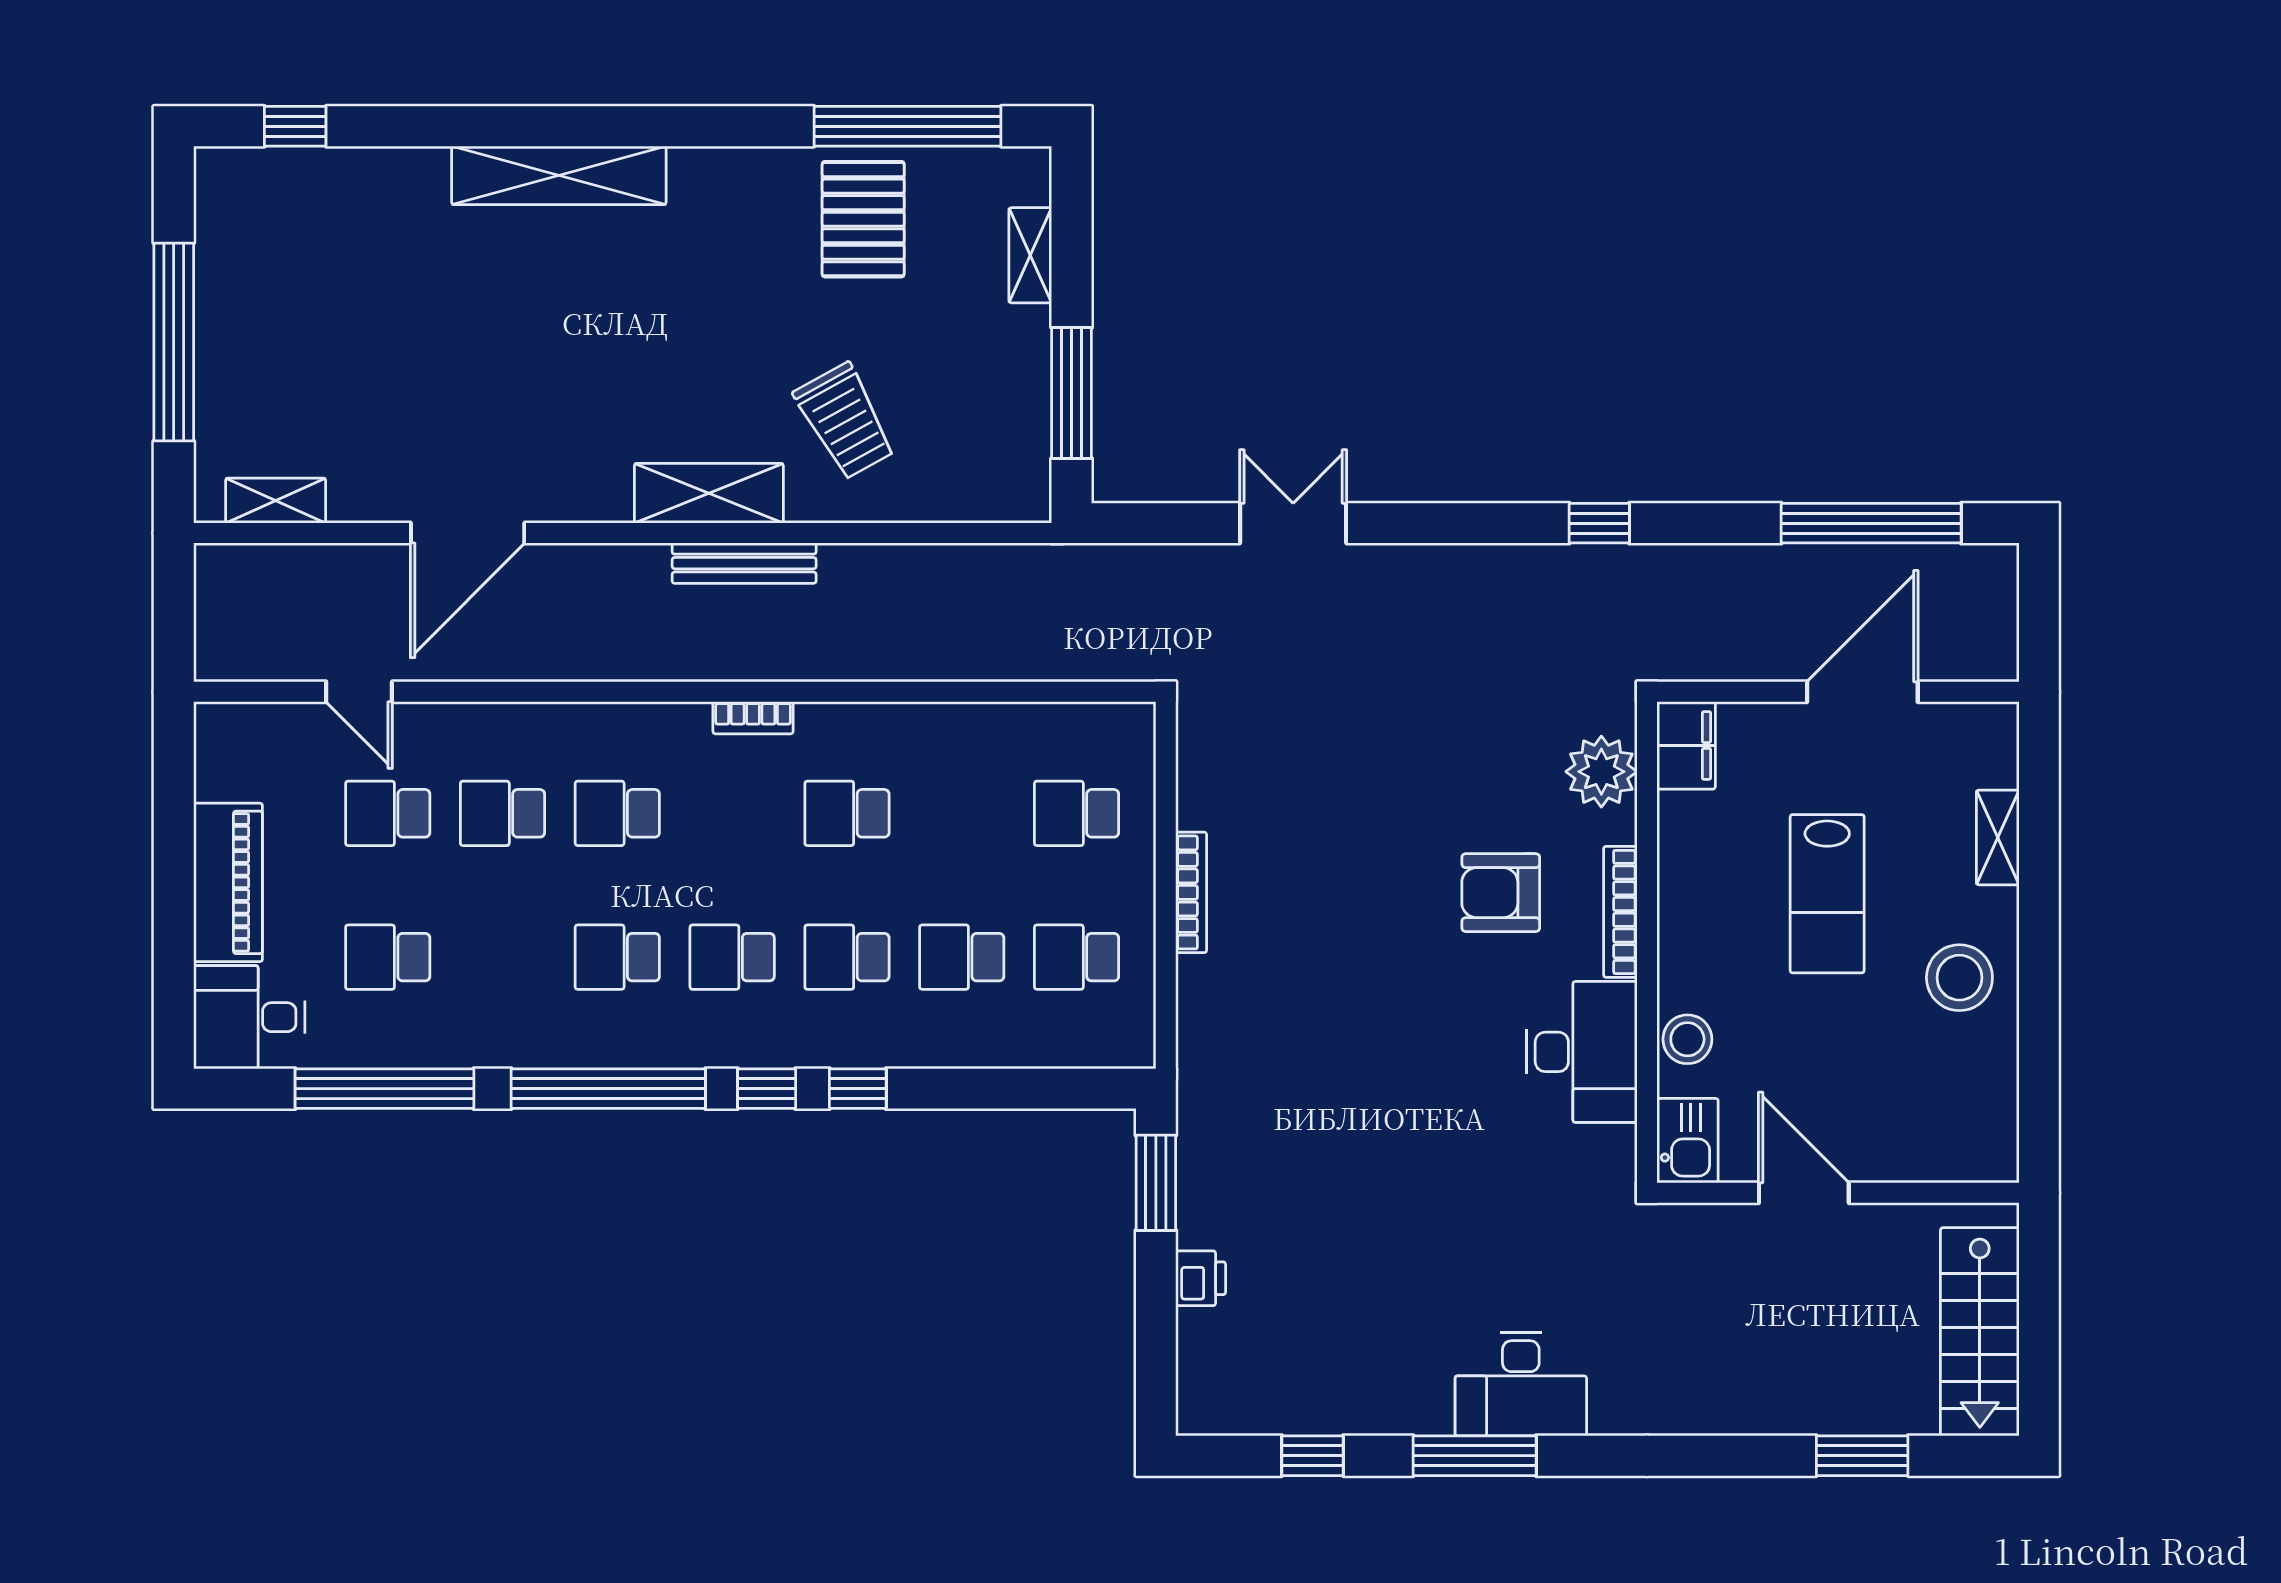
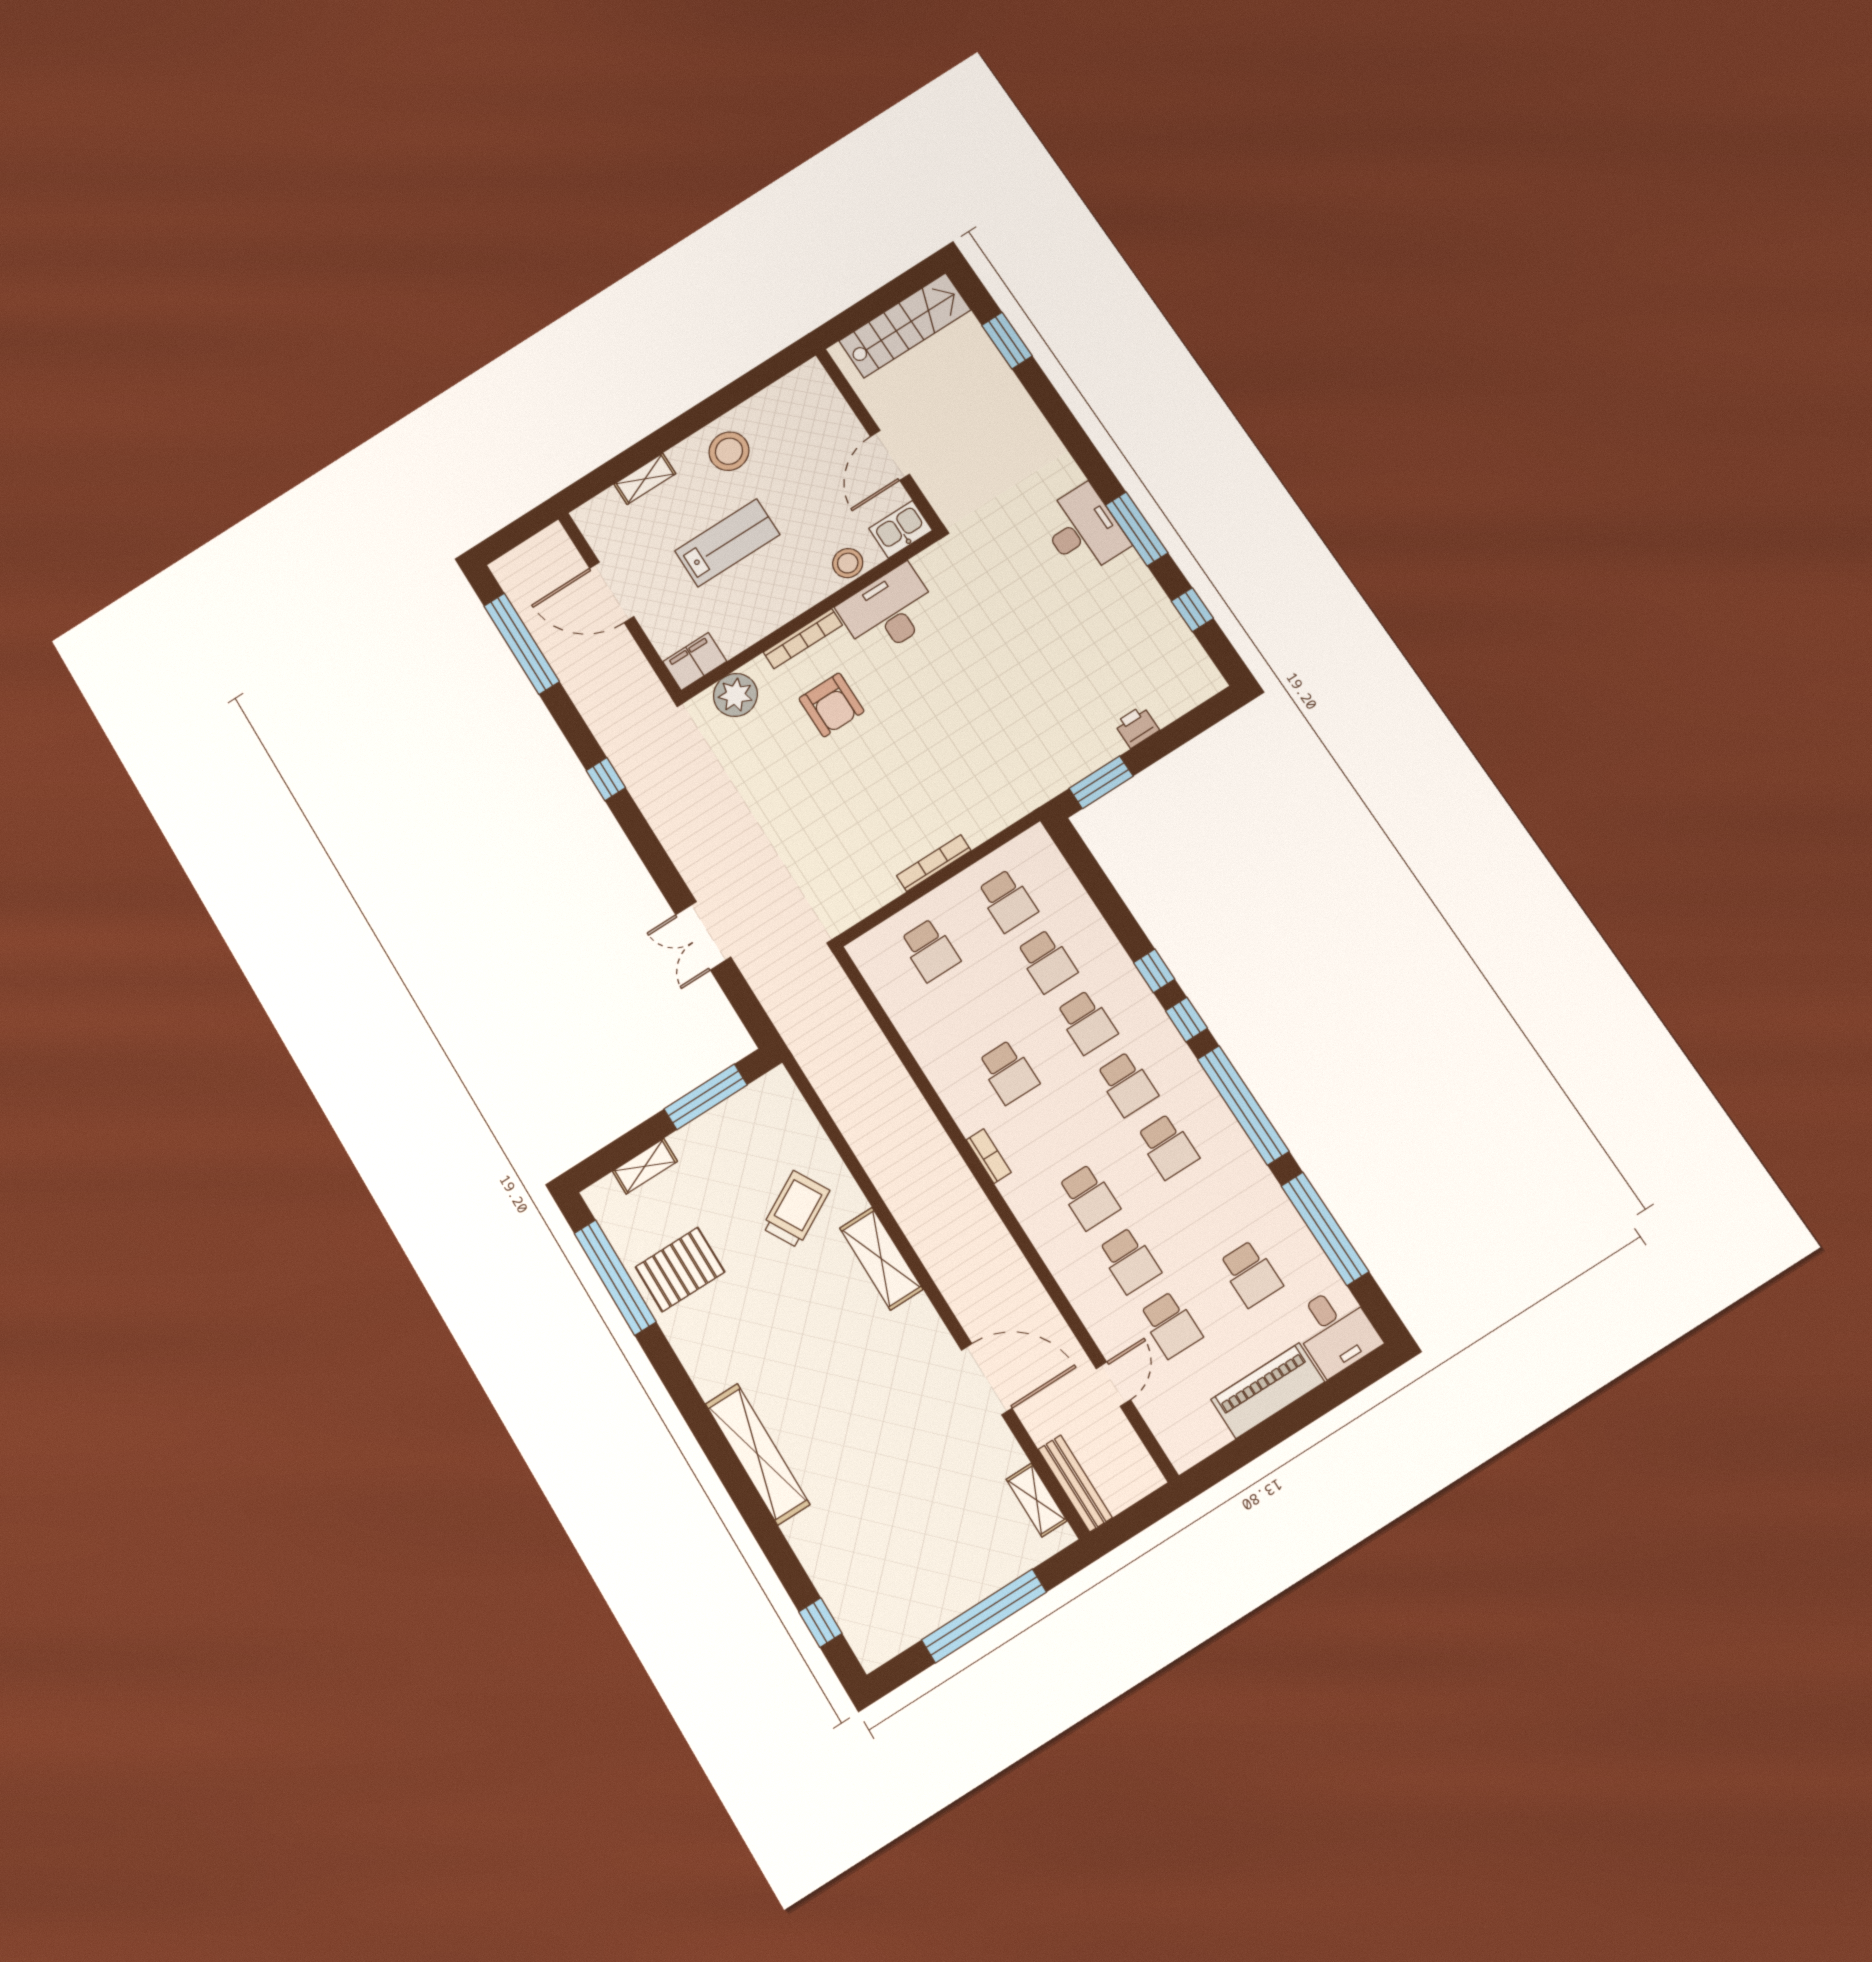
bench: (744, 563) -> (1075, 1483), moved

